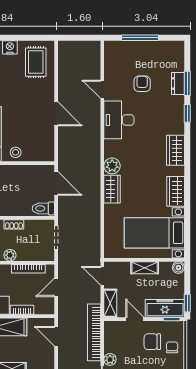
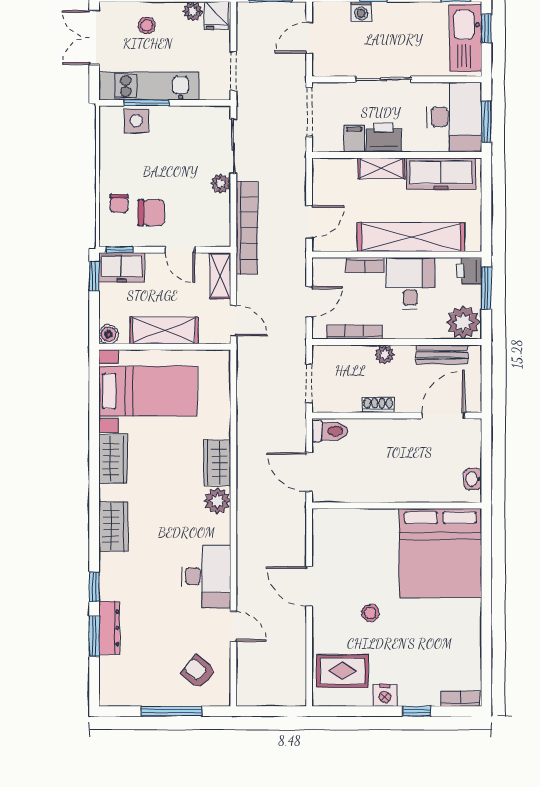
rug: (36, 62) -> (342, 671), turned 90
dresser: (178, 83) -> (109, 628), width x1.44
armchair: (142, 84) -> (198, 672), moved, turned 131
stool: (16, 152) -> (370, 613), moved
shelving: (145, 268) -> (164, 330), width x1.50, depth x1.33
freezer: (165, 308) -> (122, 267), width x0.71
door: (56, 336) -> (309, 222), hinge flipped

